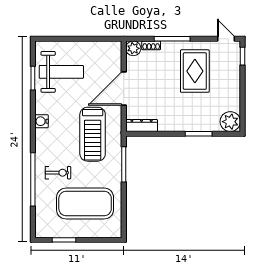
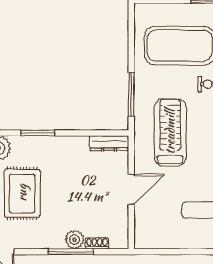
plant: (133, 48) -> (75, 240), moved
rug: (195, 71) -> (22, 193), moved
door: (124, 89) -> (131, 189), width x0.73

